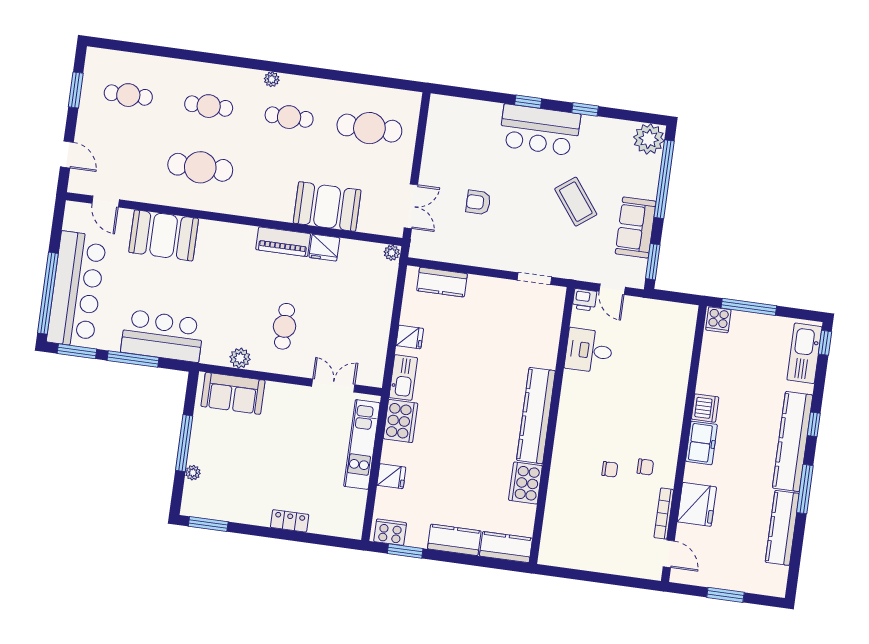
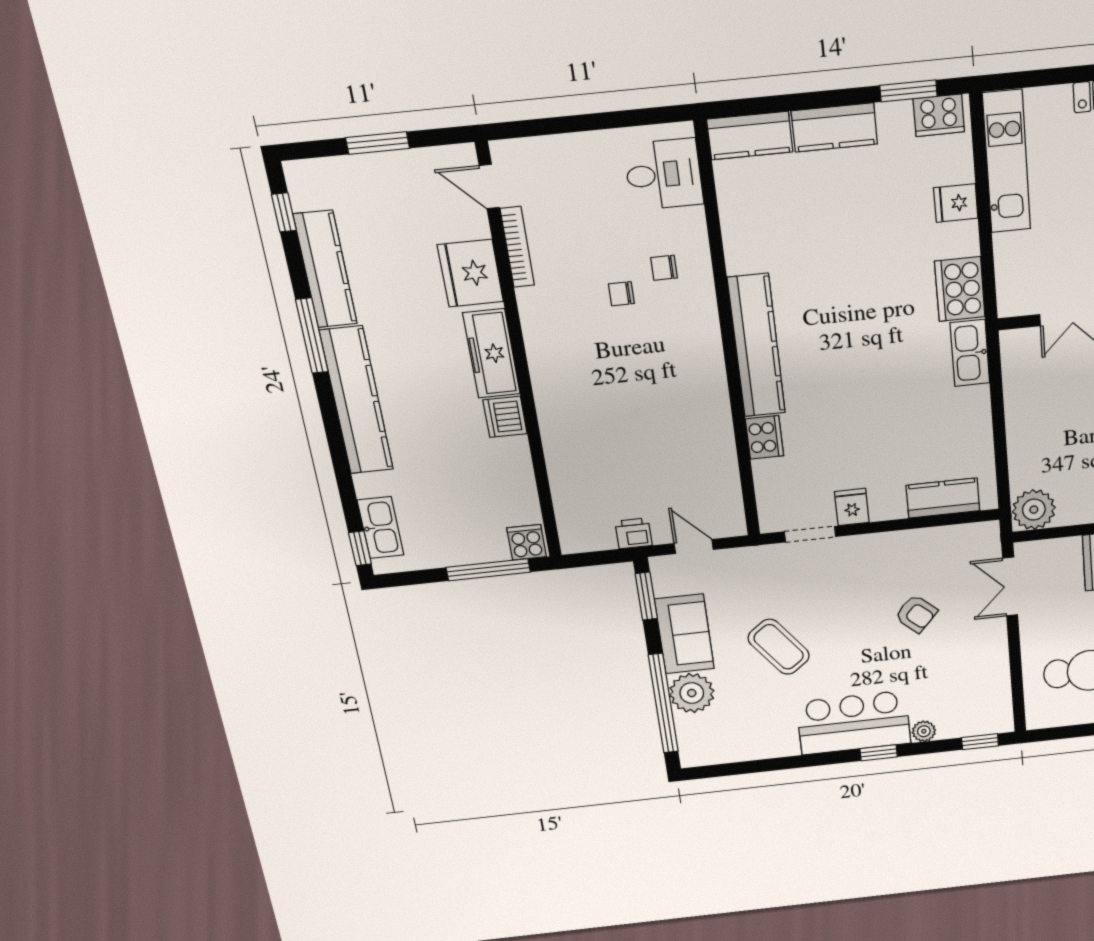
window: (585, 109) -> (980, 742), moved
plant: (493, 110) -> (924, 731), added
plant: (649, 139) -> (692, 693), moved
armchair: (478, 202) -> (916, 614), turned 42
plant: (392, 253) -> (1034, 510), width x1.88, depth x1.88
printer: (585, 300) -> (634, 533), moved
fridge: (410, 337) -> (852, 507), moved, turned 90
desk: (589, 351) -> (664, 174), moved
kitchen sink: (804, 353) -> (381, 528), width x0.73, depth x0.81
window: (814, 424) -> (284, 212), moved
freezer: (701, 443) -> (491, 354), width x1.40
kitchen unit: (362, 444) -> (1007, 162), moved
chair: (645, 467) -> (664, 268), moved
cooker: (525, 483) -> (764, 437), moved, width x0.73, depth x0.76

